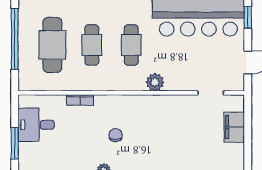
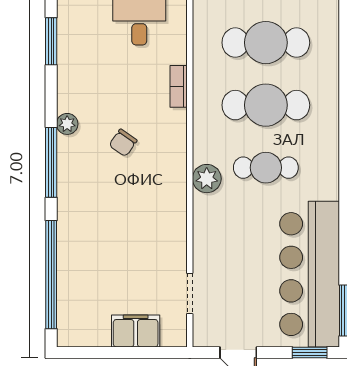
cafe table: (92, 45) -> (266, 105), width x1.37, depth x1.35
plant: (155, 82) -> (207, 179), moved
chair: (116, 135) -> (123, 143), turned 125

